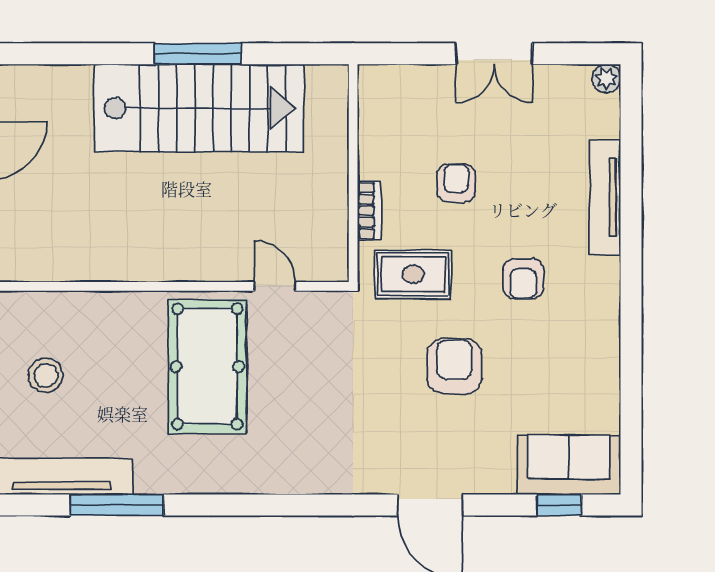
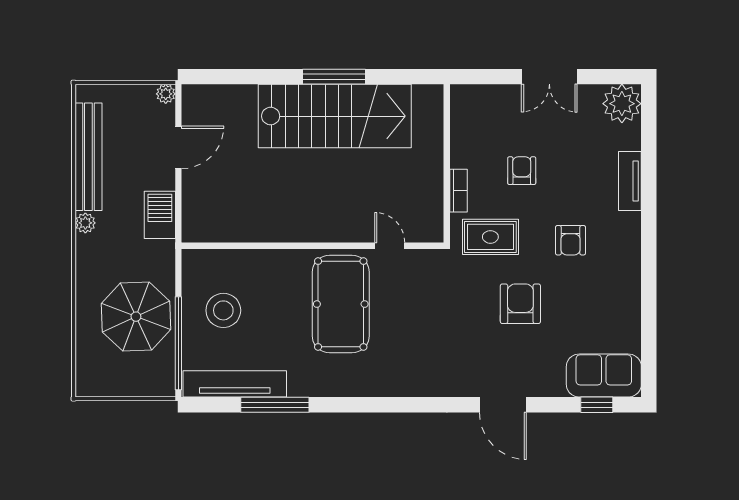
plant: (606, 78) -> (622, 104), width x1.88, depth x1.88
tv unit: (605, 197) -> (630, 181), width x0.71
stool: (46, 375) -> (223, 310), width x1.38, depth x1.38

